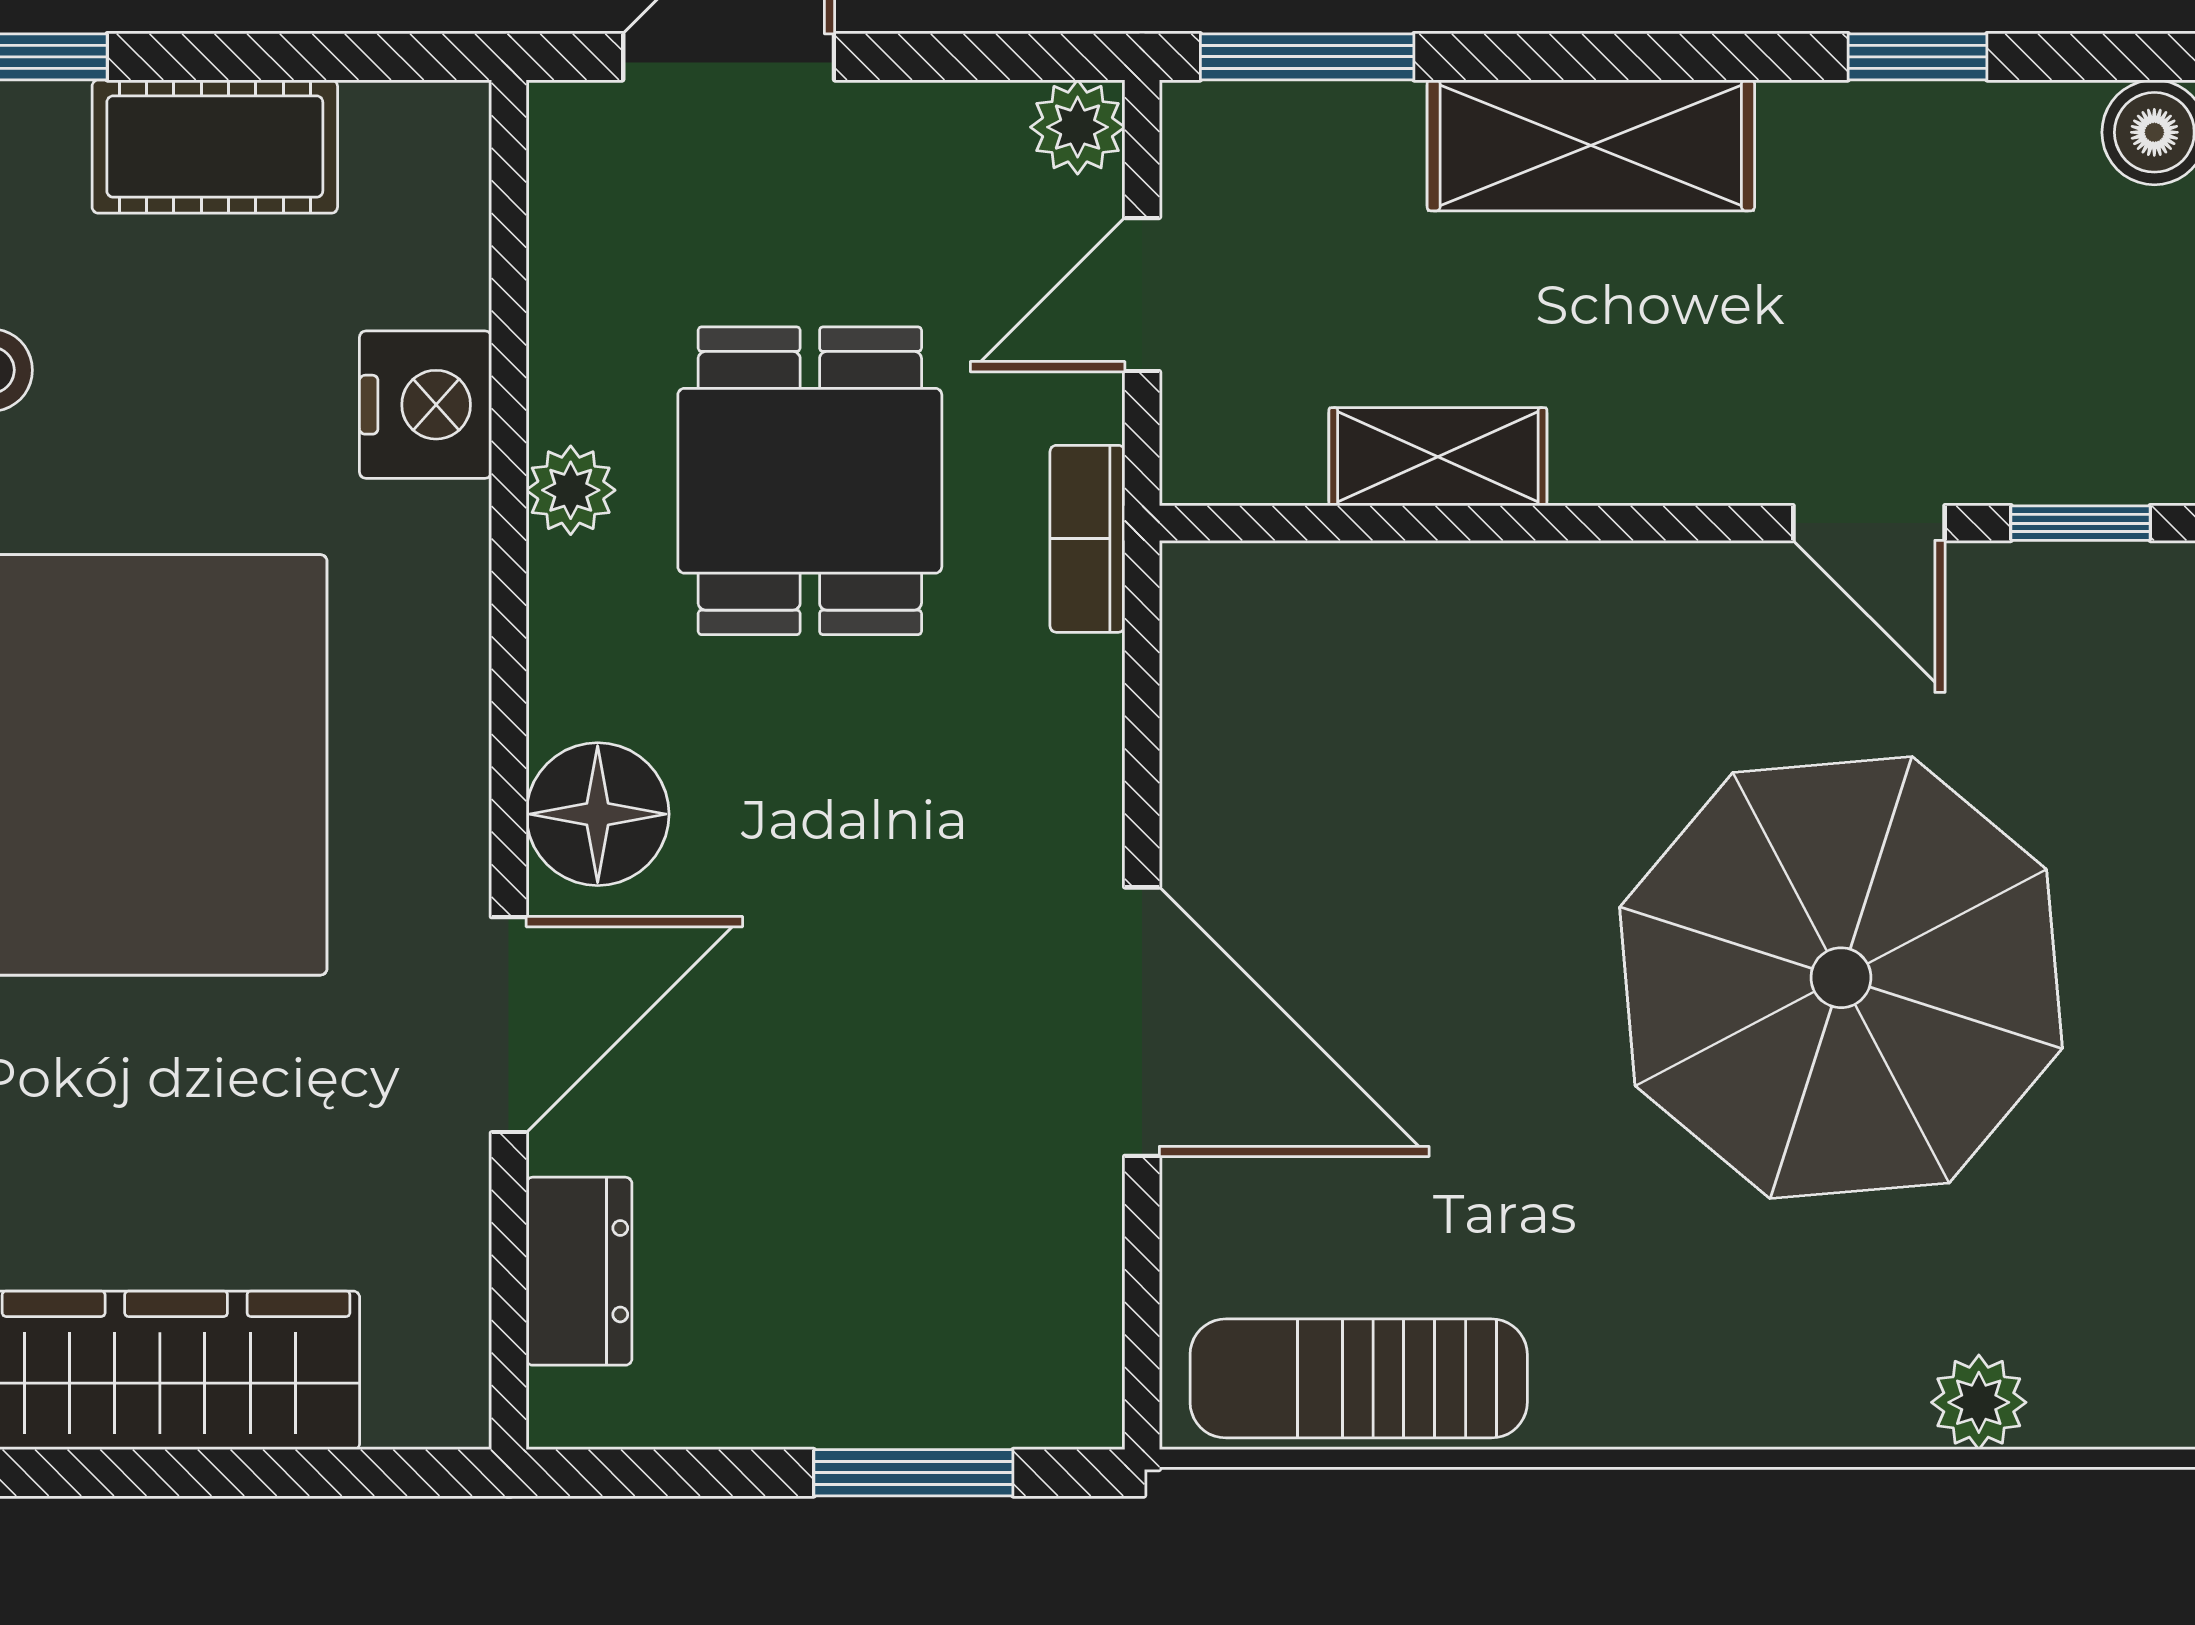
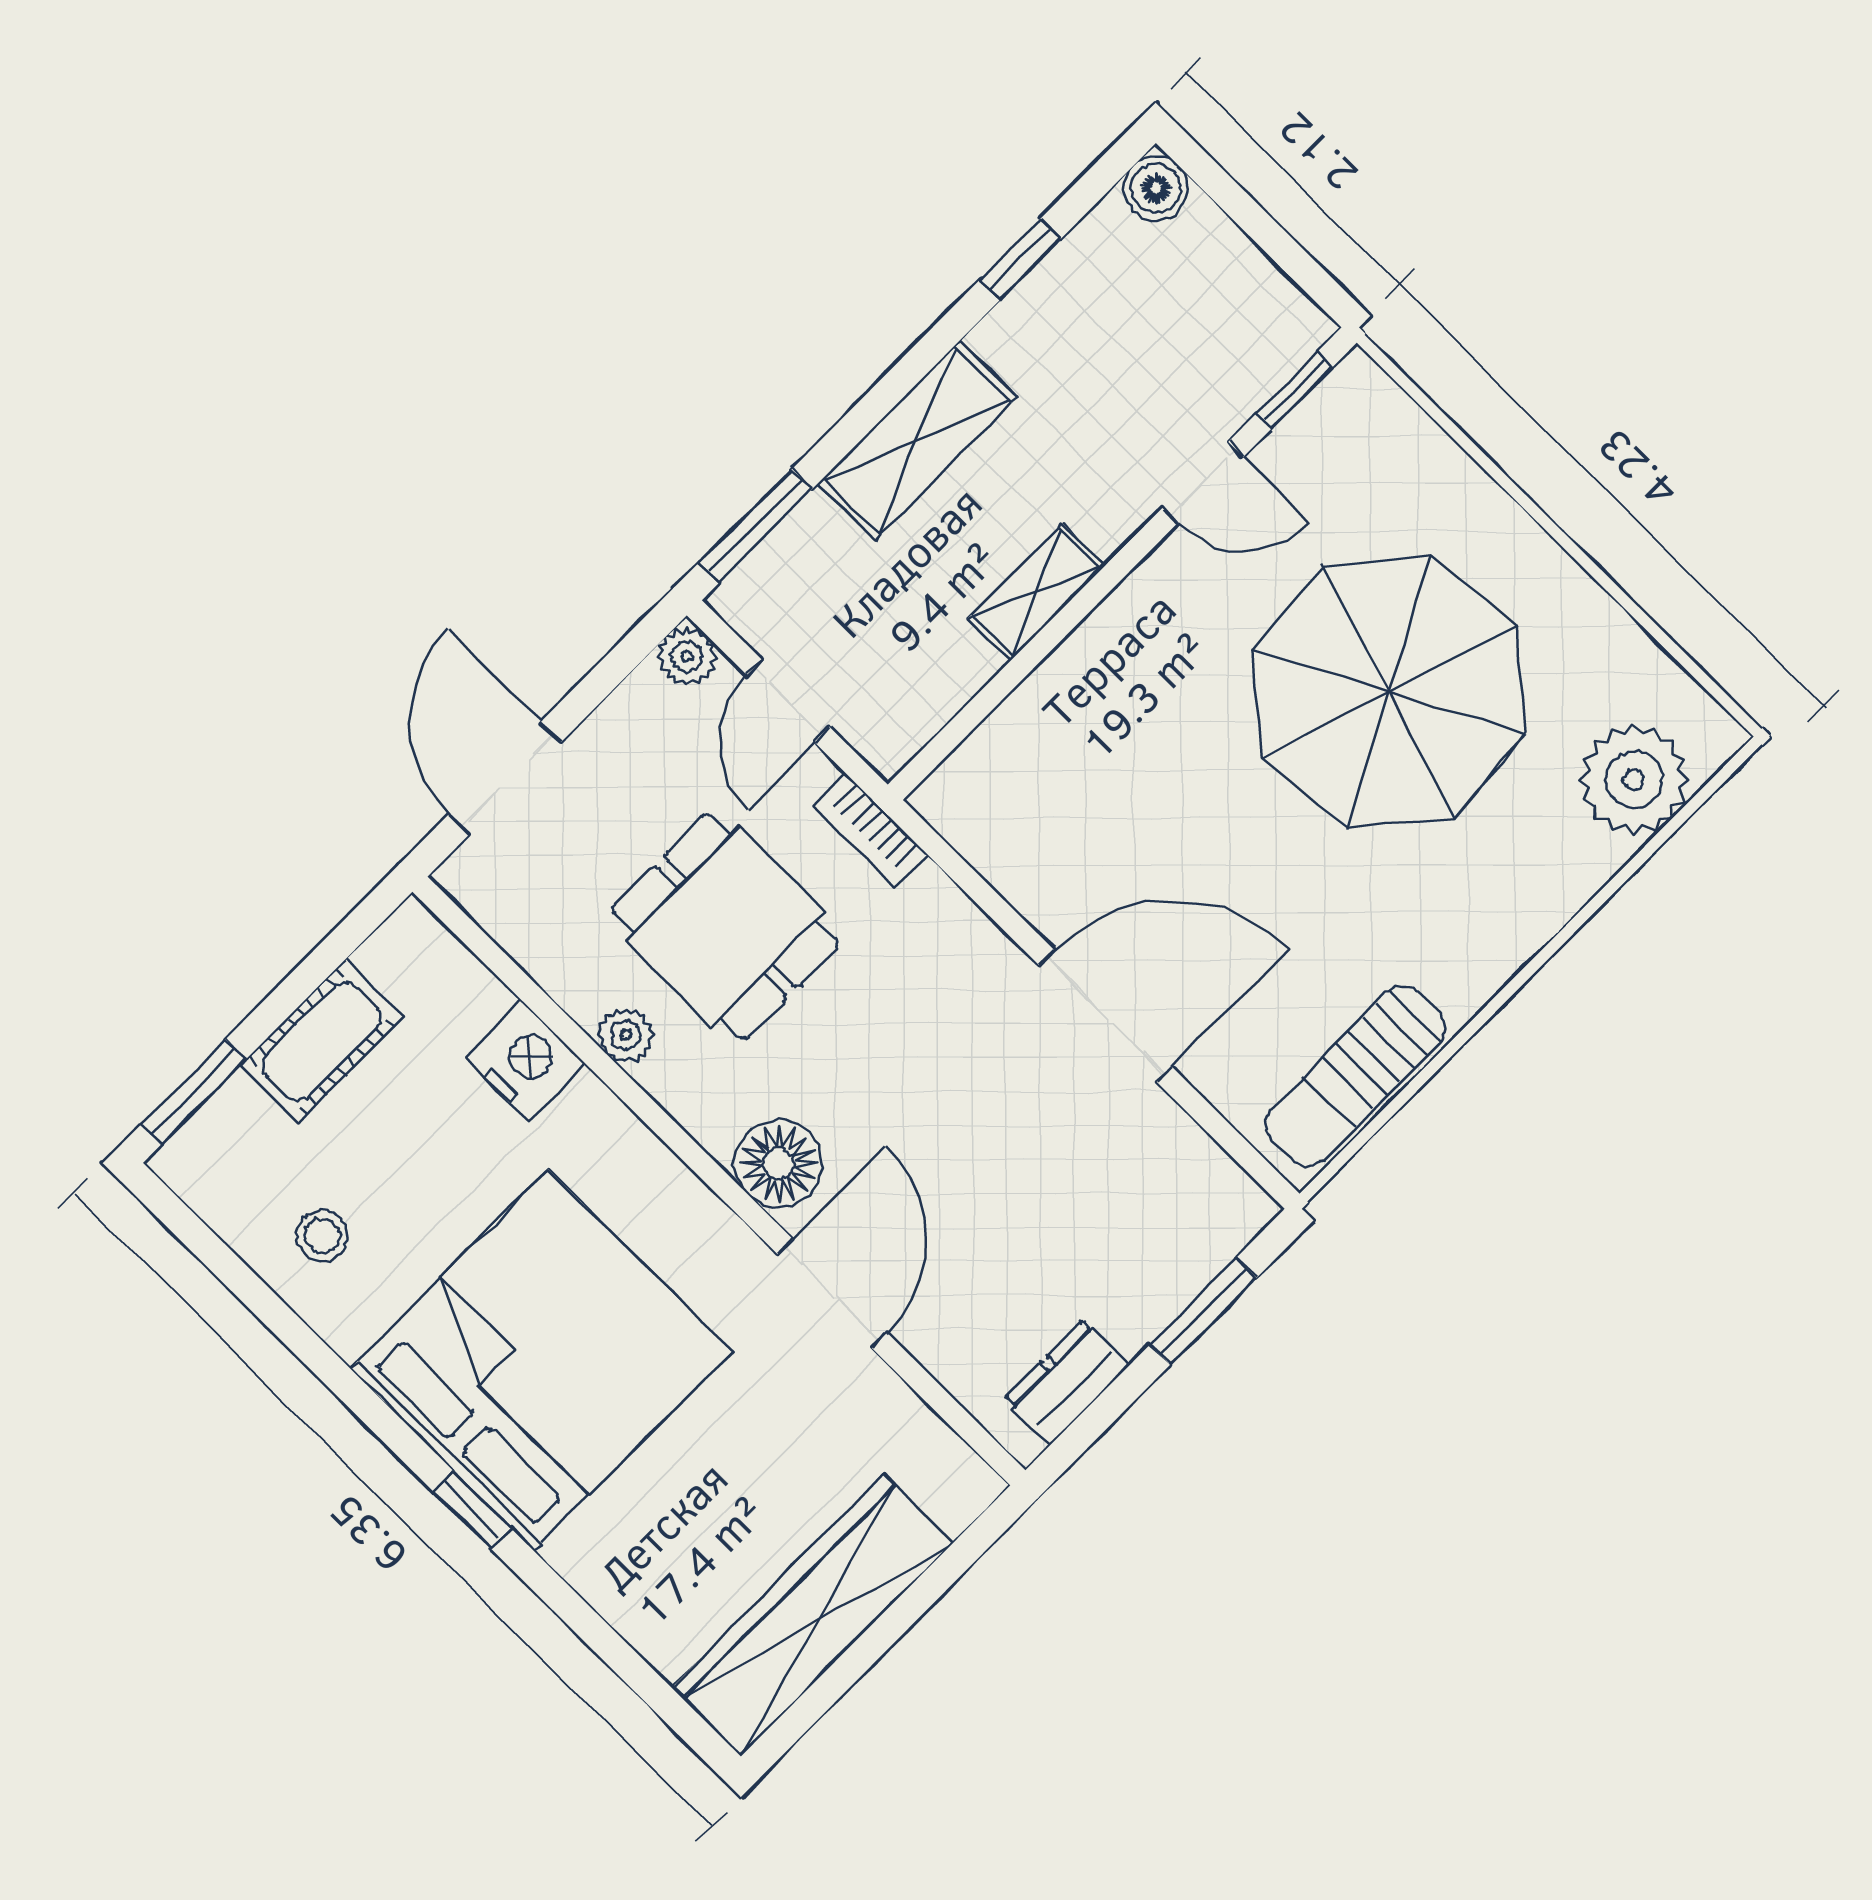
shelving: (1438, 457) -> (1036, 592), moved
dresser: (579, 1271) -> (1067, 1382), moved, turned -90
plant: (1979, 1402) -> (1634, 780), width x1.88, depth x1.88

